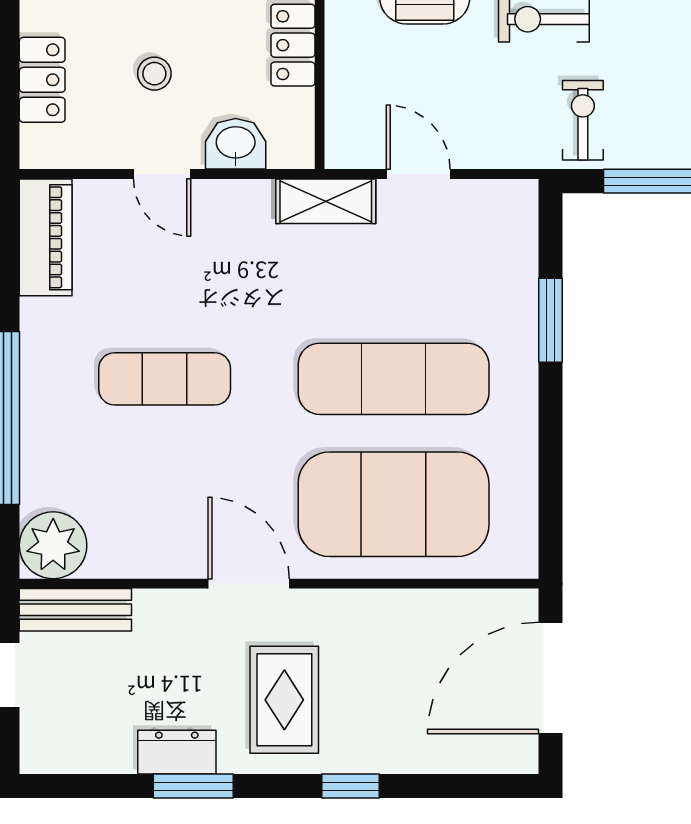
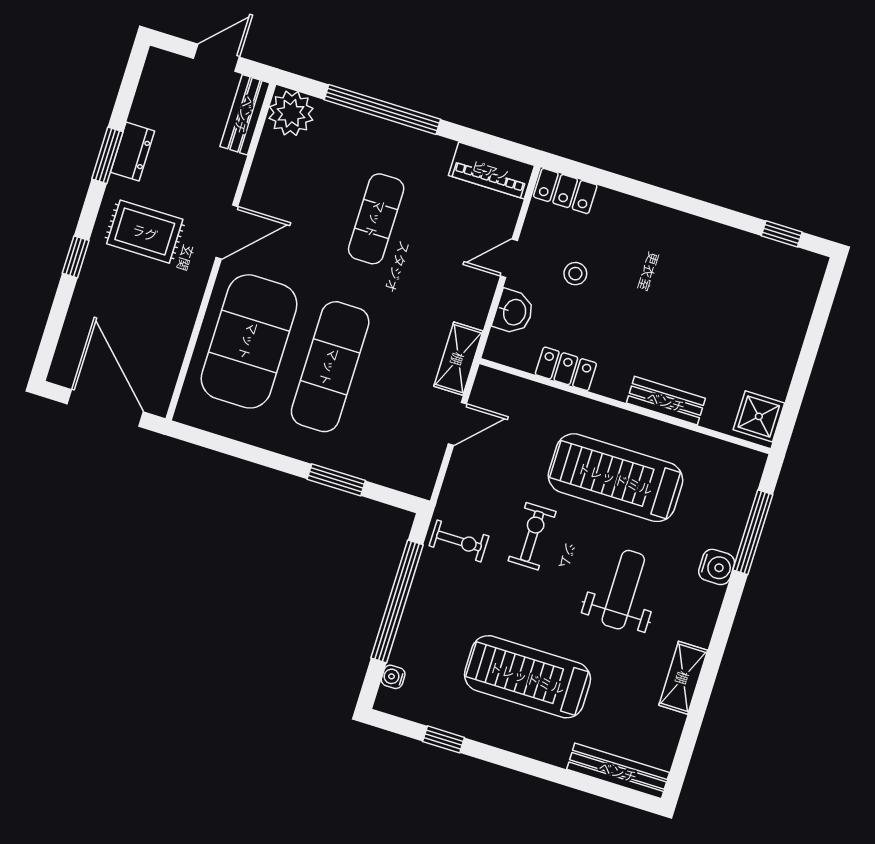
locker: (42, 80) -> (565, 191), moved

